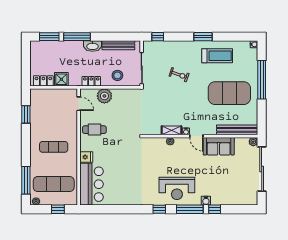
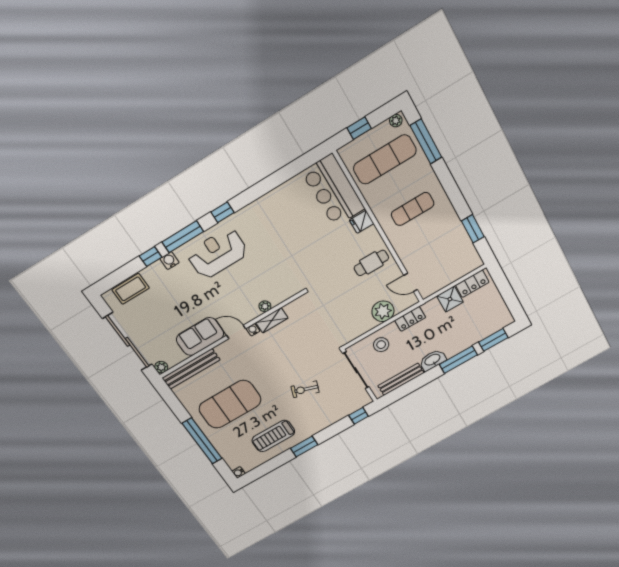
coffee table: (238, 198) -> (131, 289), added

